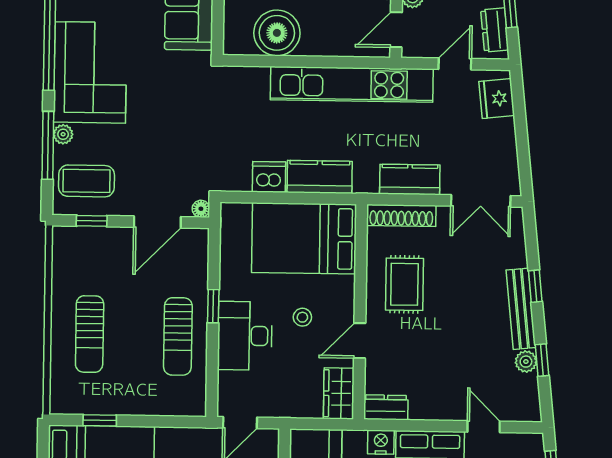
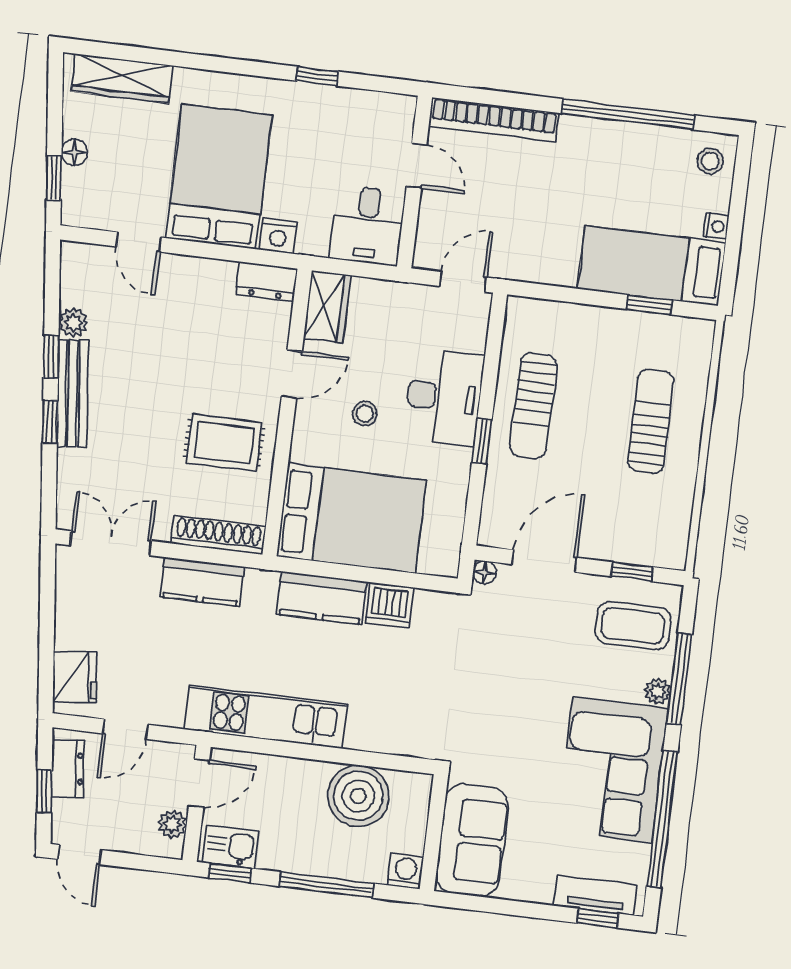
kitchen unit: (352, 84) -> (266, 717), width x0.73
rug: (404, 284) -> (224, 443), turned 90
sun lounger: (178, 336) -> (533, 406), turned 180
window: (542, 360) -> (51, 357), moved

